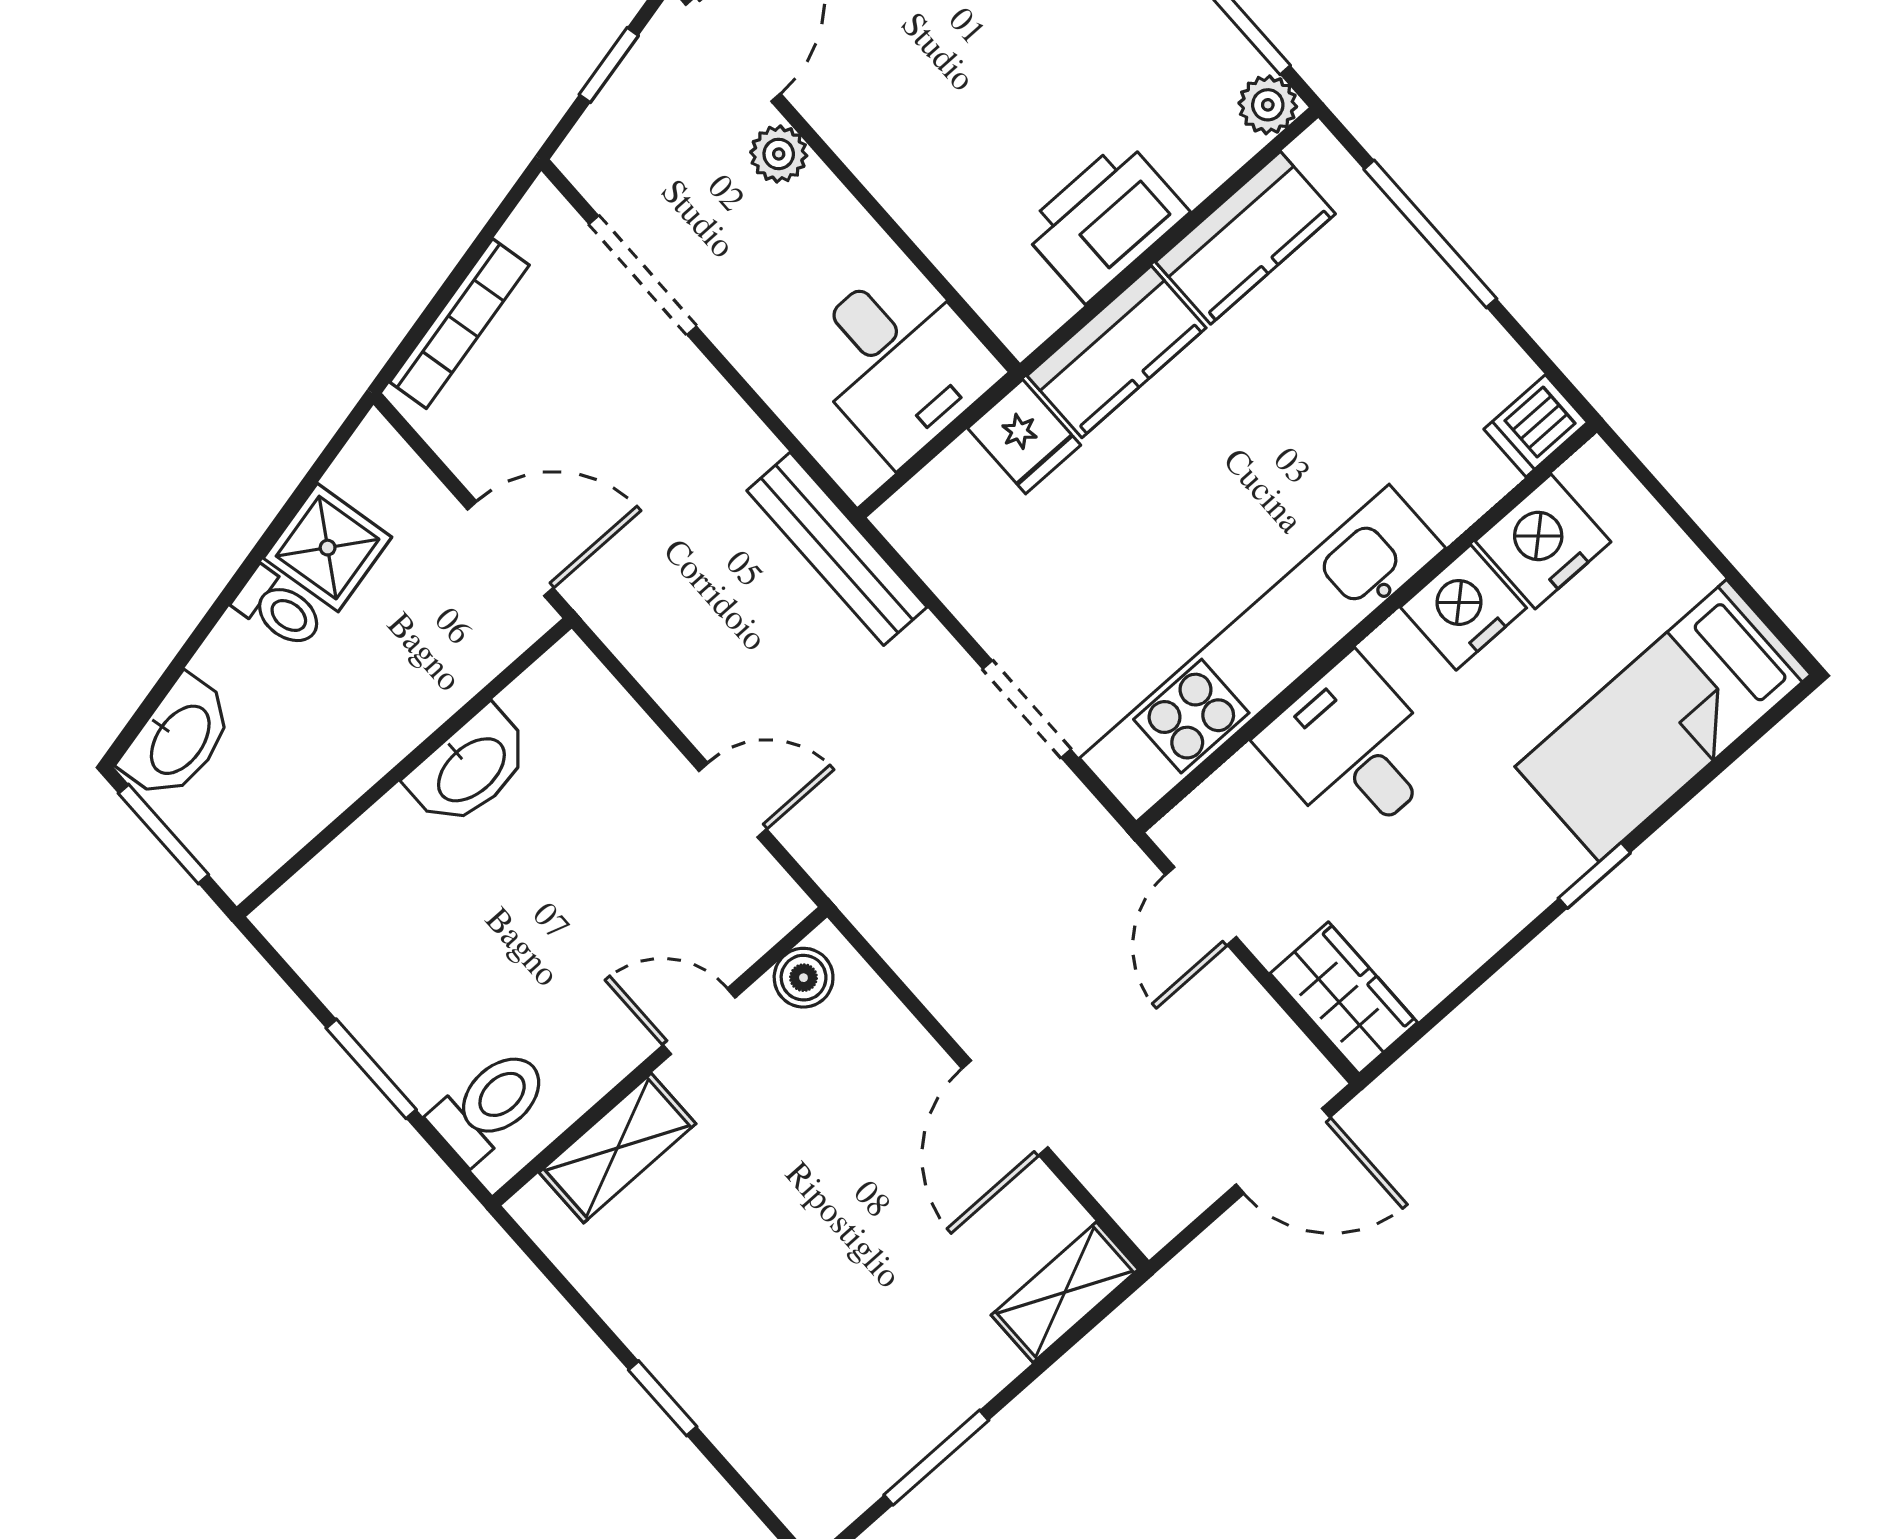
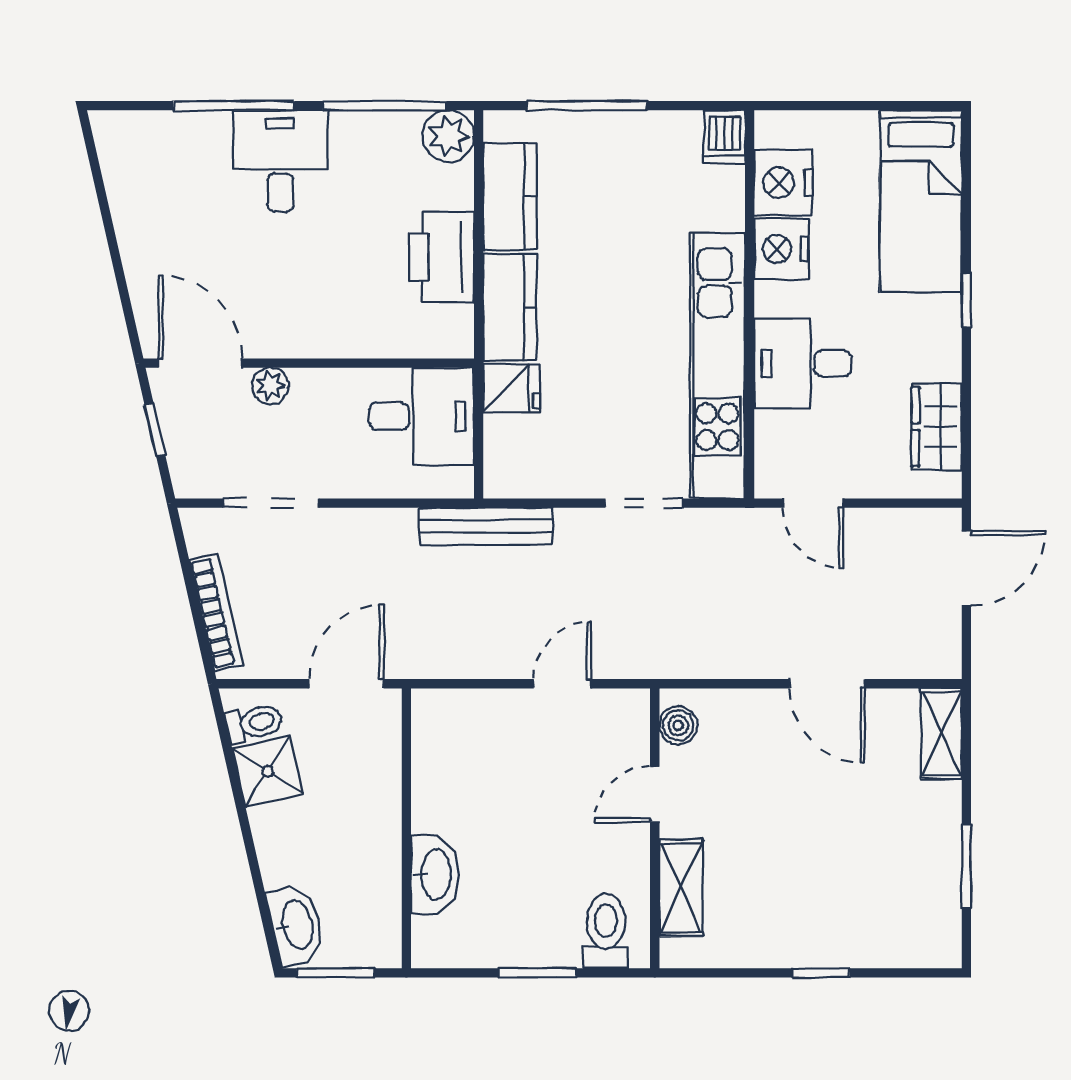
plant: (1268, 105) -> (448, 136), width x1.38, depth x1.38
toilet: (279, 609) -> (254, 723), moved
washbasin: (470, 768) -> (435, 875), moved
wardrobe: (1344, 998) -> (937, 427), moved, turned -90

